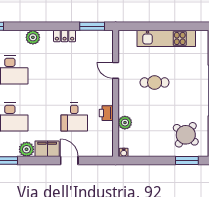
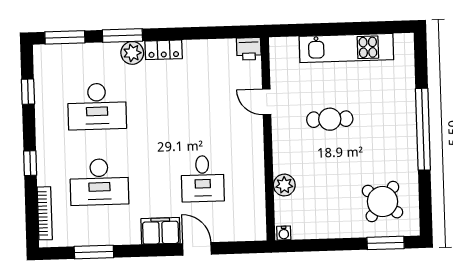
window: (92, 26) -> (122, 36), moved
locker: (65, 36) -> (164, 50), moved
printer: (106, 113) -> (249, 49), moved, turned -90
plant: (27, 149) -> (128, 233), removed

